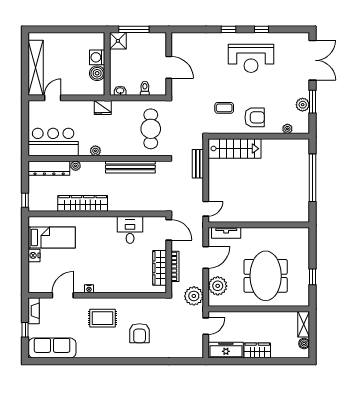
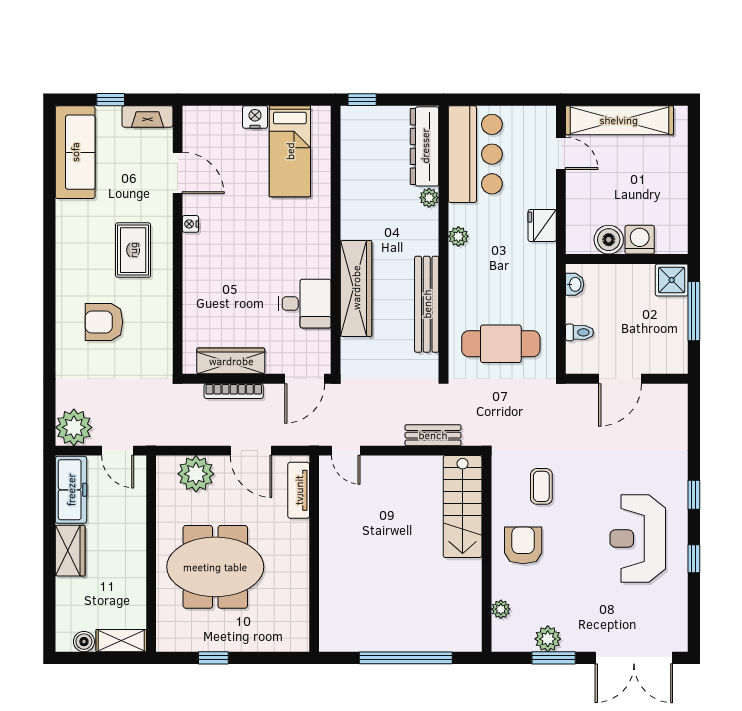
fridge: (103, 108) -> (542, 225), moved
armchair: (255, 117) -> (523, 545), turned 180
wardrobe: (83, 203) -> (356, 288), moved
plant: (194, 296) -> (74, 427), moved

